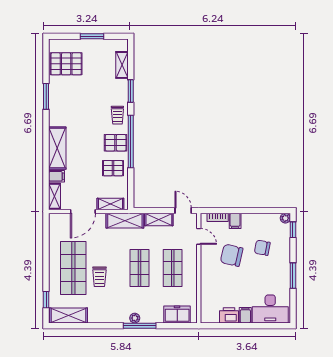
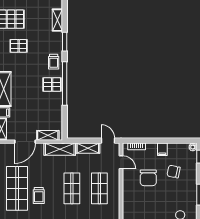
pallet: (113, 168) -> (19, 46), moved
filing cabinet: (235, 221) -> (162, 149), moved
chair: (232, 255) -> (148, 178), turned -103

